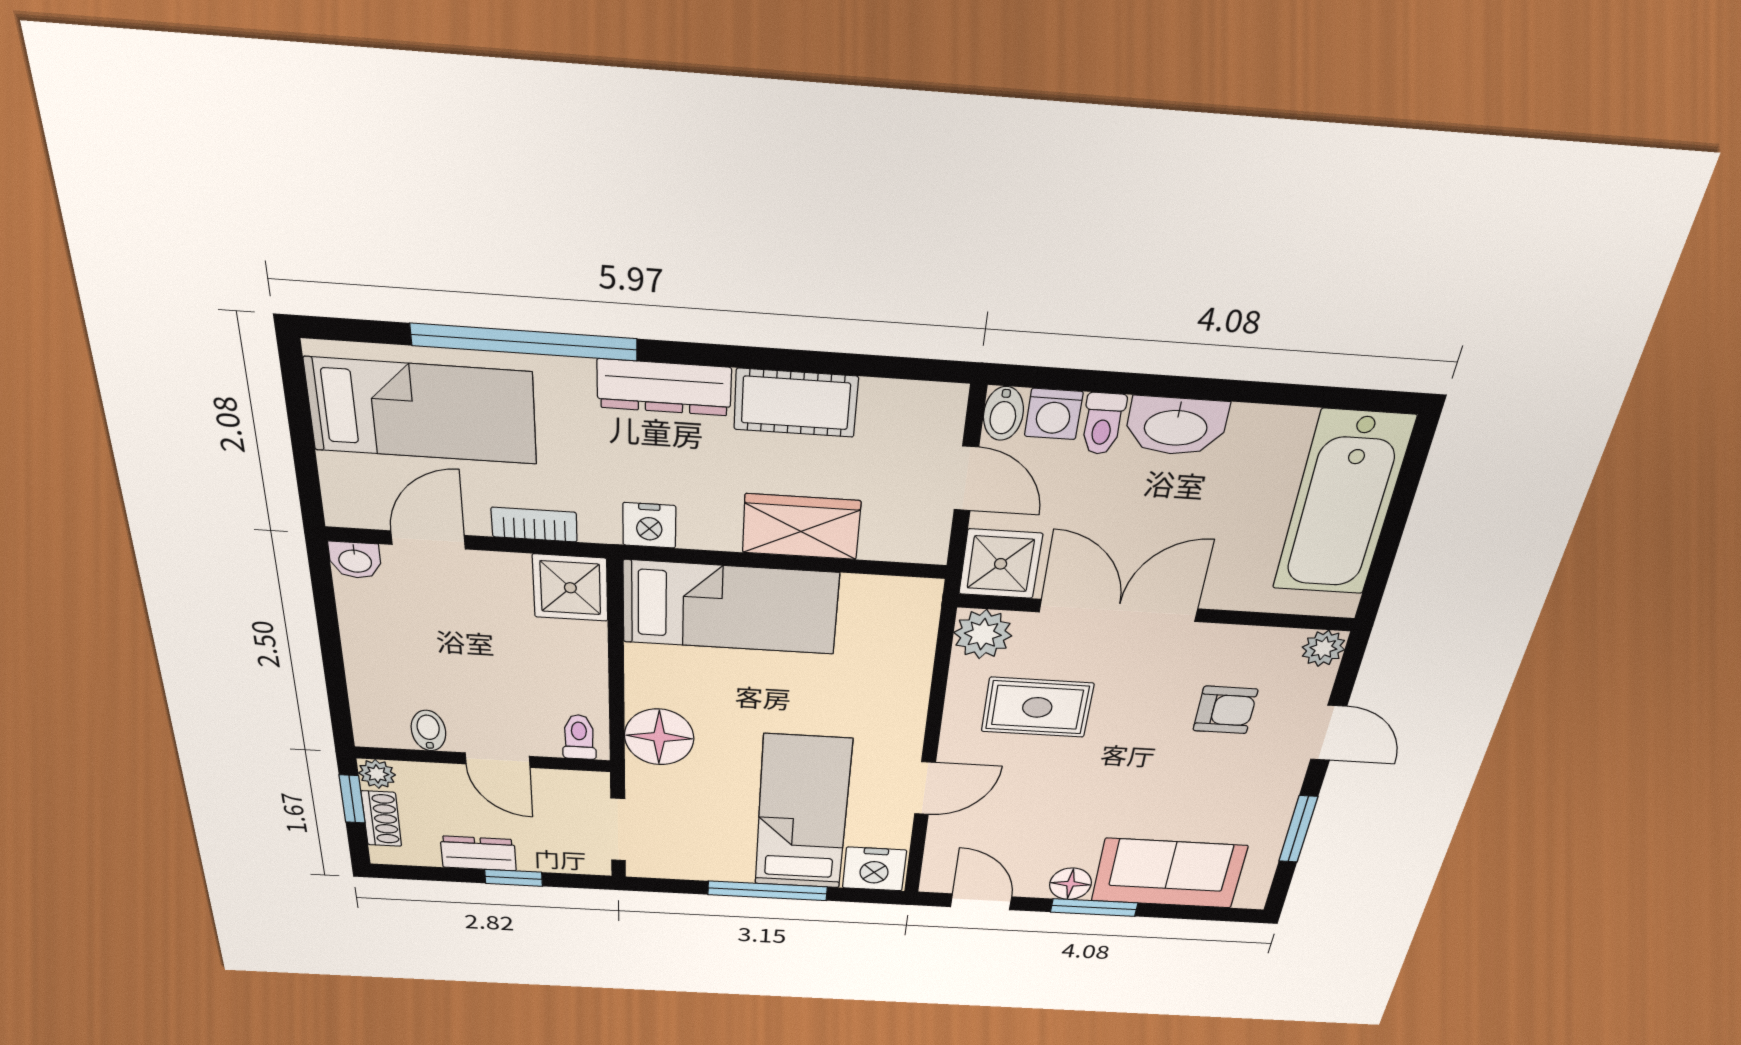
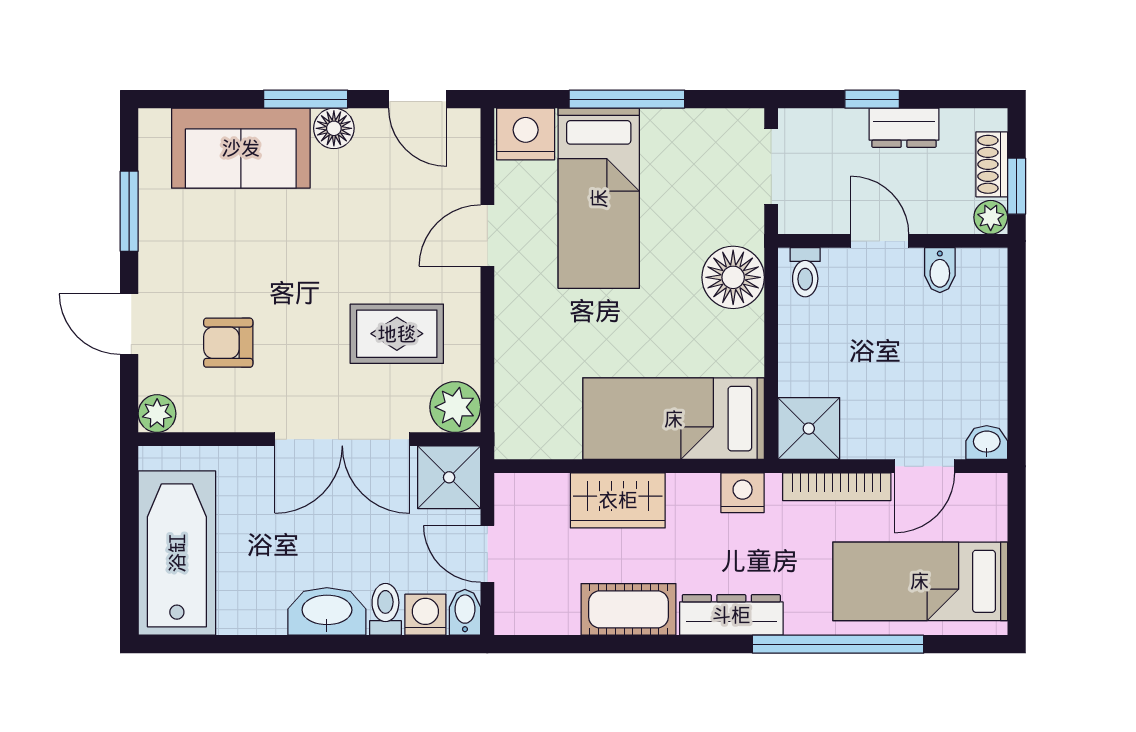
bookcase: (534, 525) -> (837, 487), width x1.56

